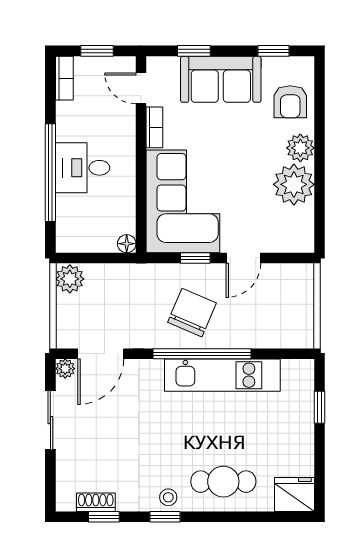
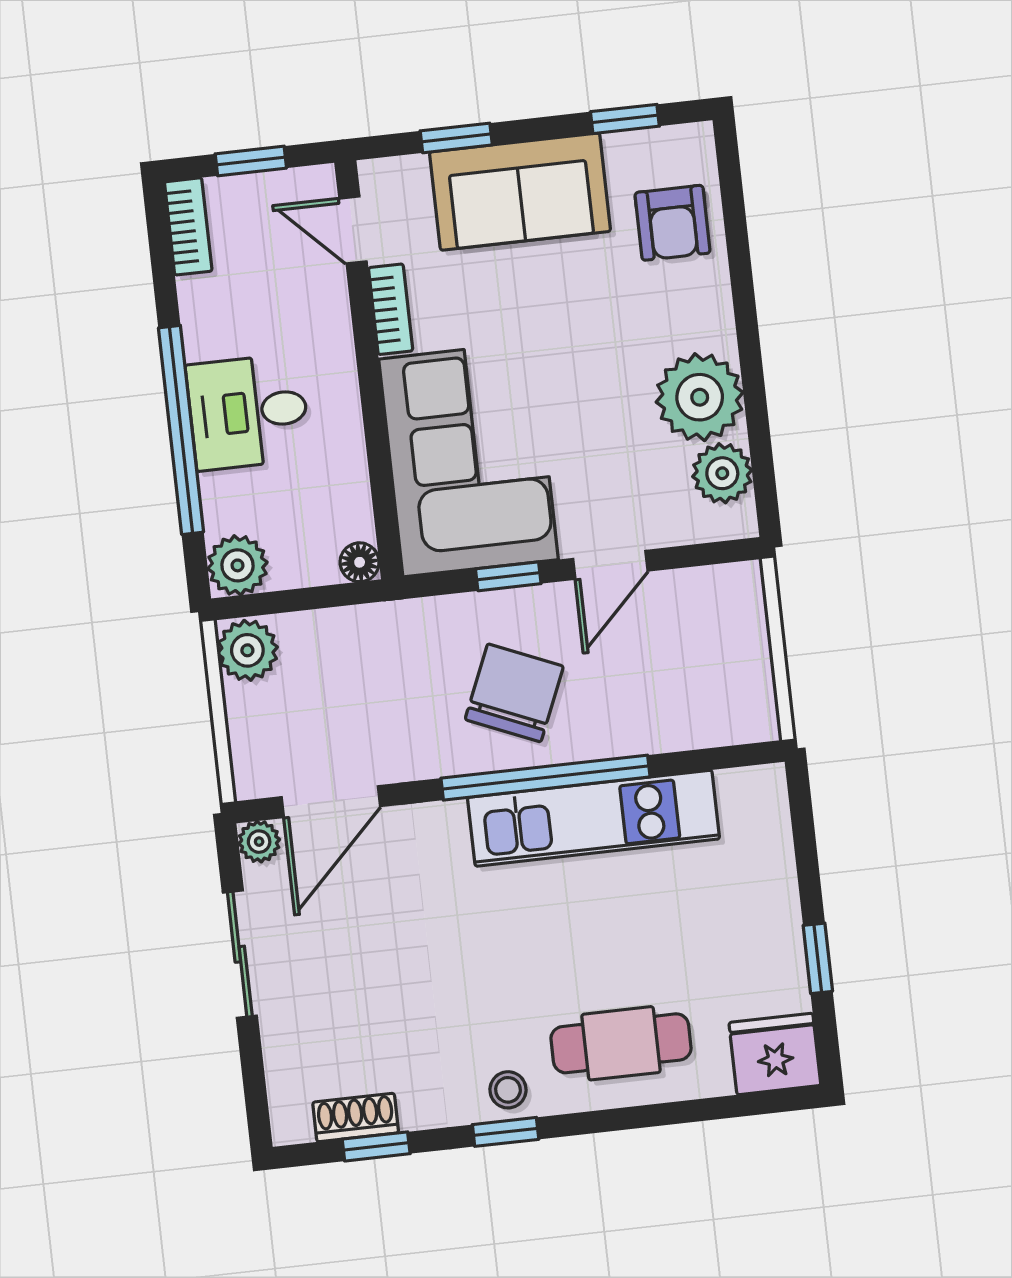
plant: (300, 148) -> (722, 473), moved
plant: (70, 239) -> (238, 565), added
window: (320, 407) -> (818, 958), moved

